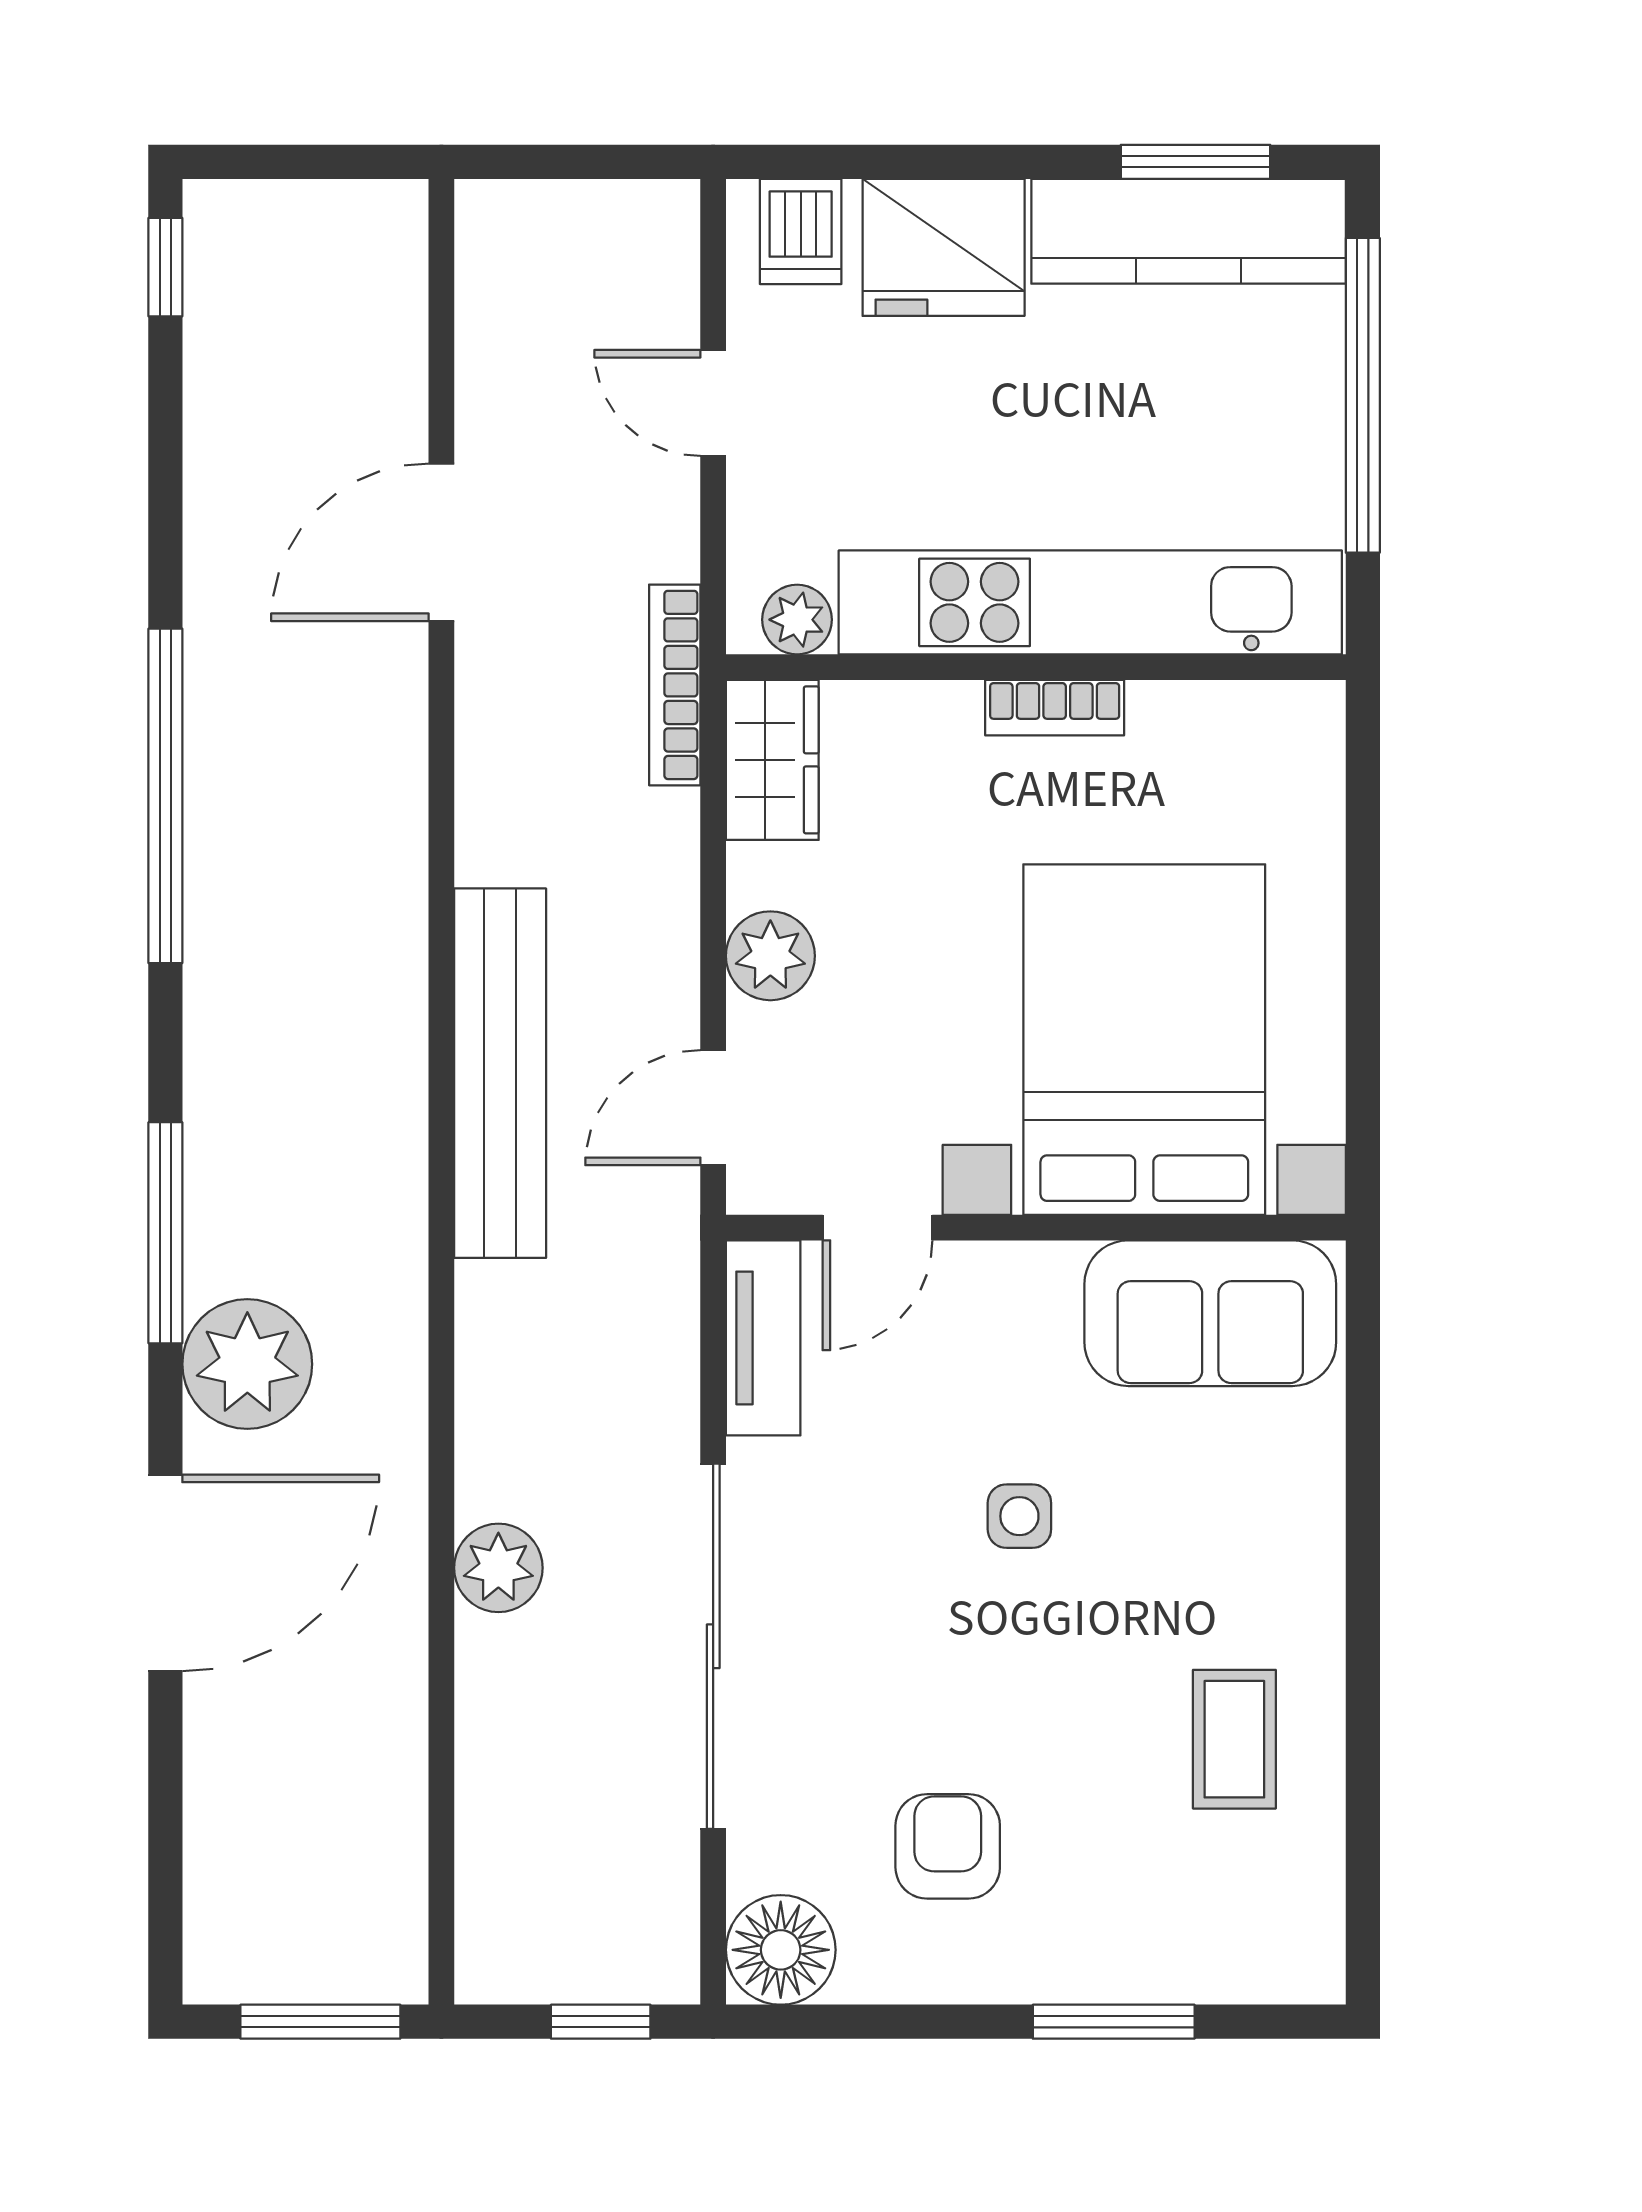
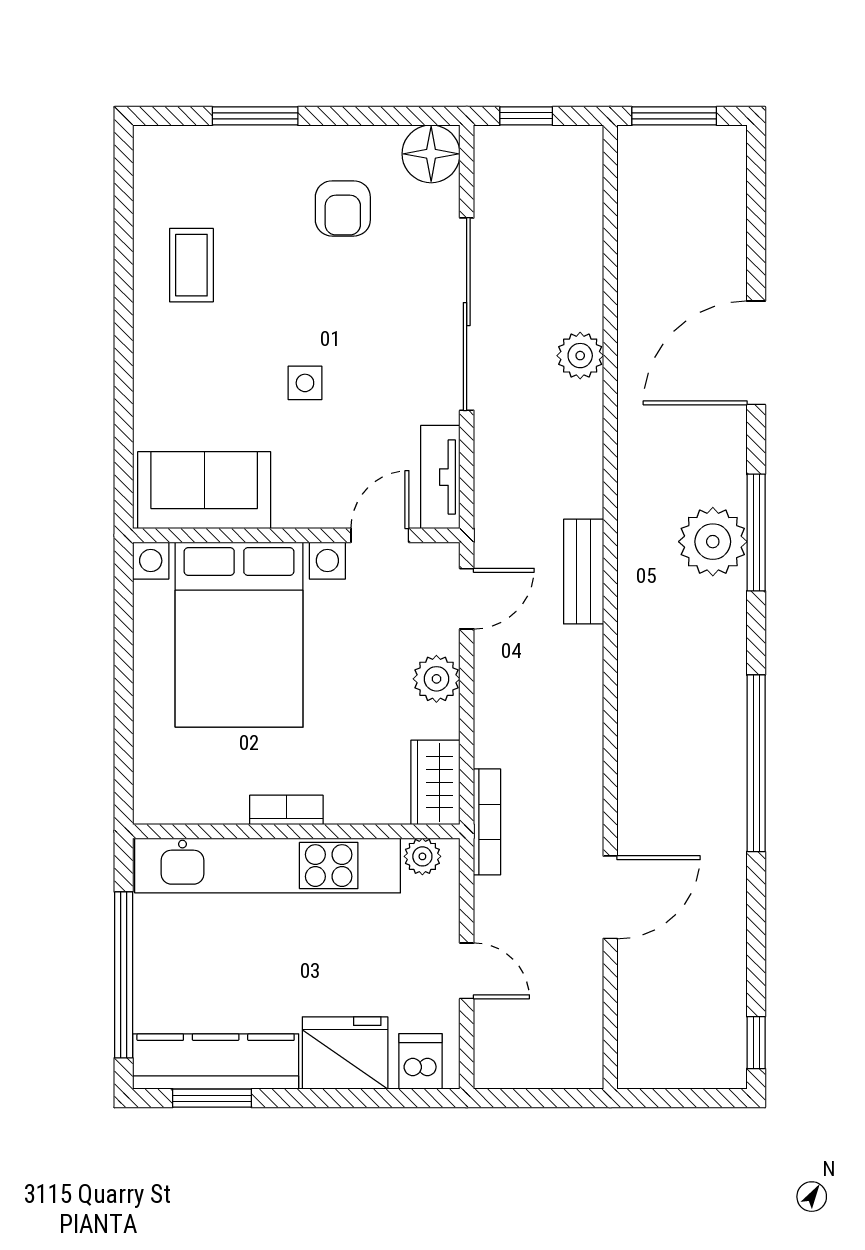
bench: (500, 1073) -> (584, 572), width x0.54, depth x0.82
plant: (247, 1364) -> (713, 542), moved

